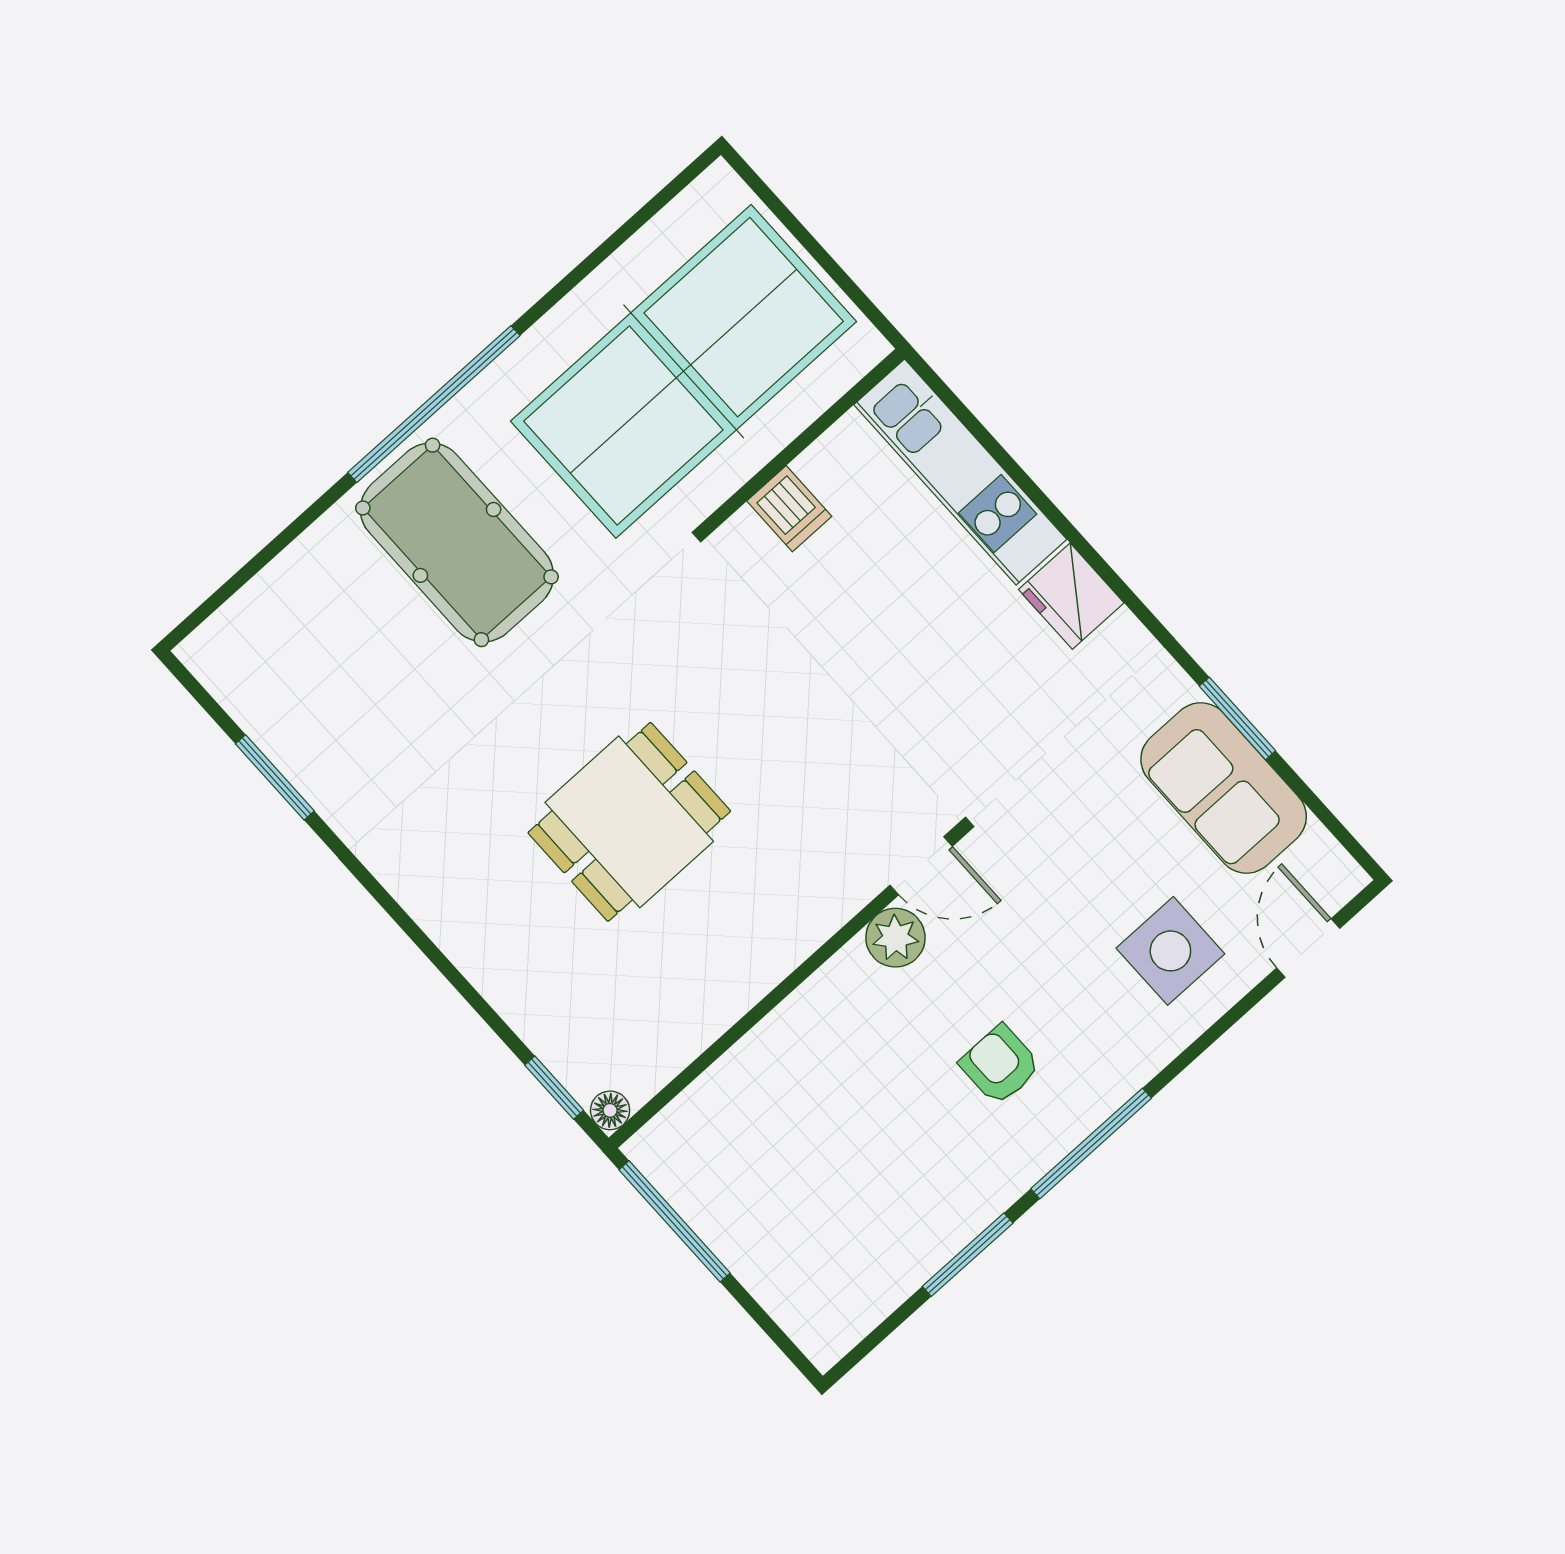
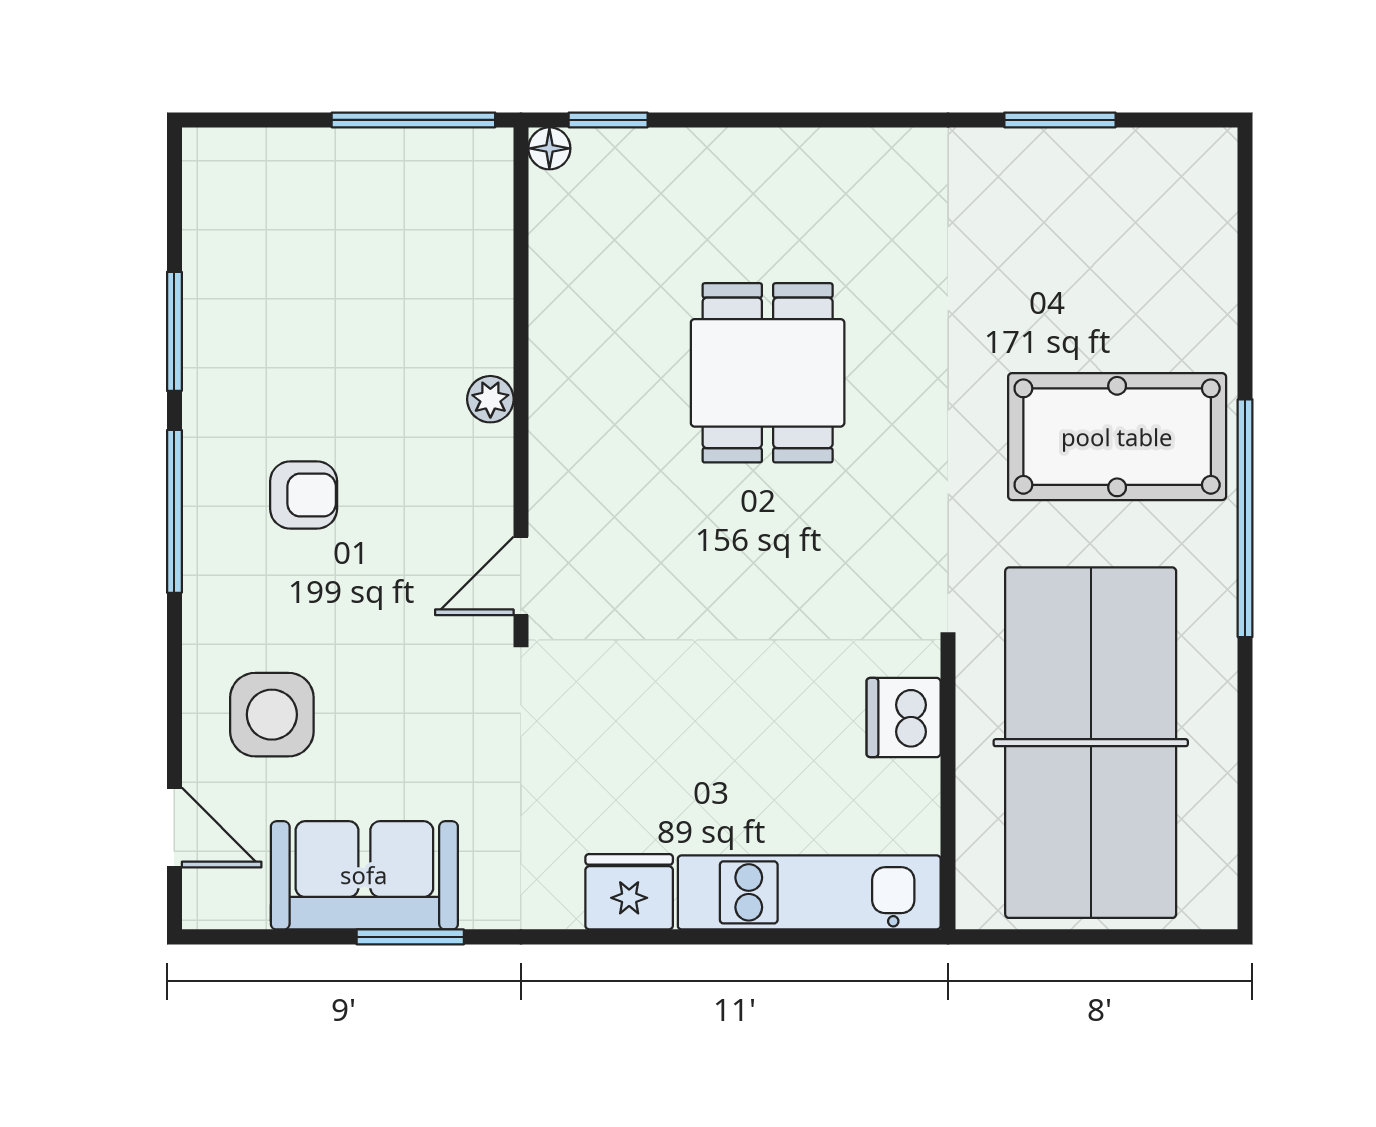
dishwasher: (789, 509) -> (904, 718), width x1.38
plant: (895, 938) -> (490, 399), moved, width x0.73, depth x0.73

